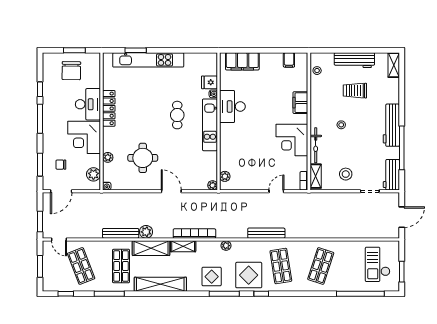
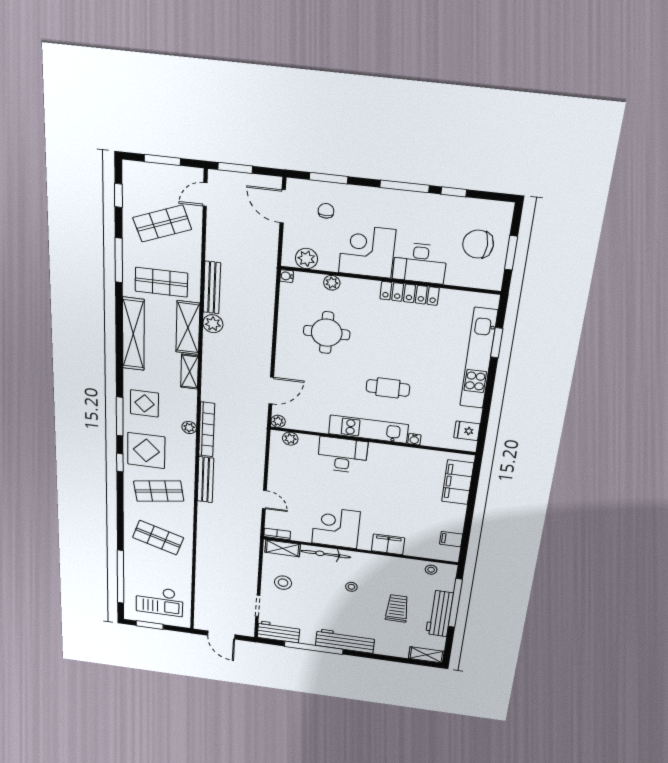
window: (343, 50) -> (455, 603), added
fridge: (209, 82) -> (467, 431), moved, turned -90
desk: (232, 107) -> (343, 455), moved
door: (171, 191) -> (271, 391), moved
bookcase: (194, 233) -> (207, 429), moved
checkout: (378, 264) -> (159, 601), turned 180

